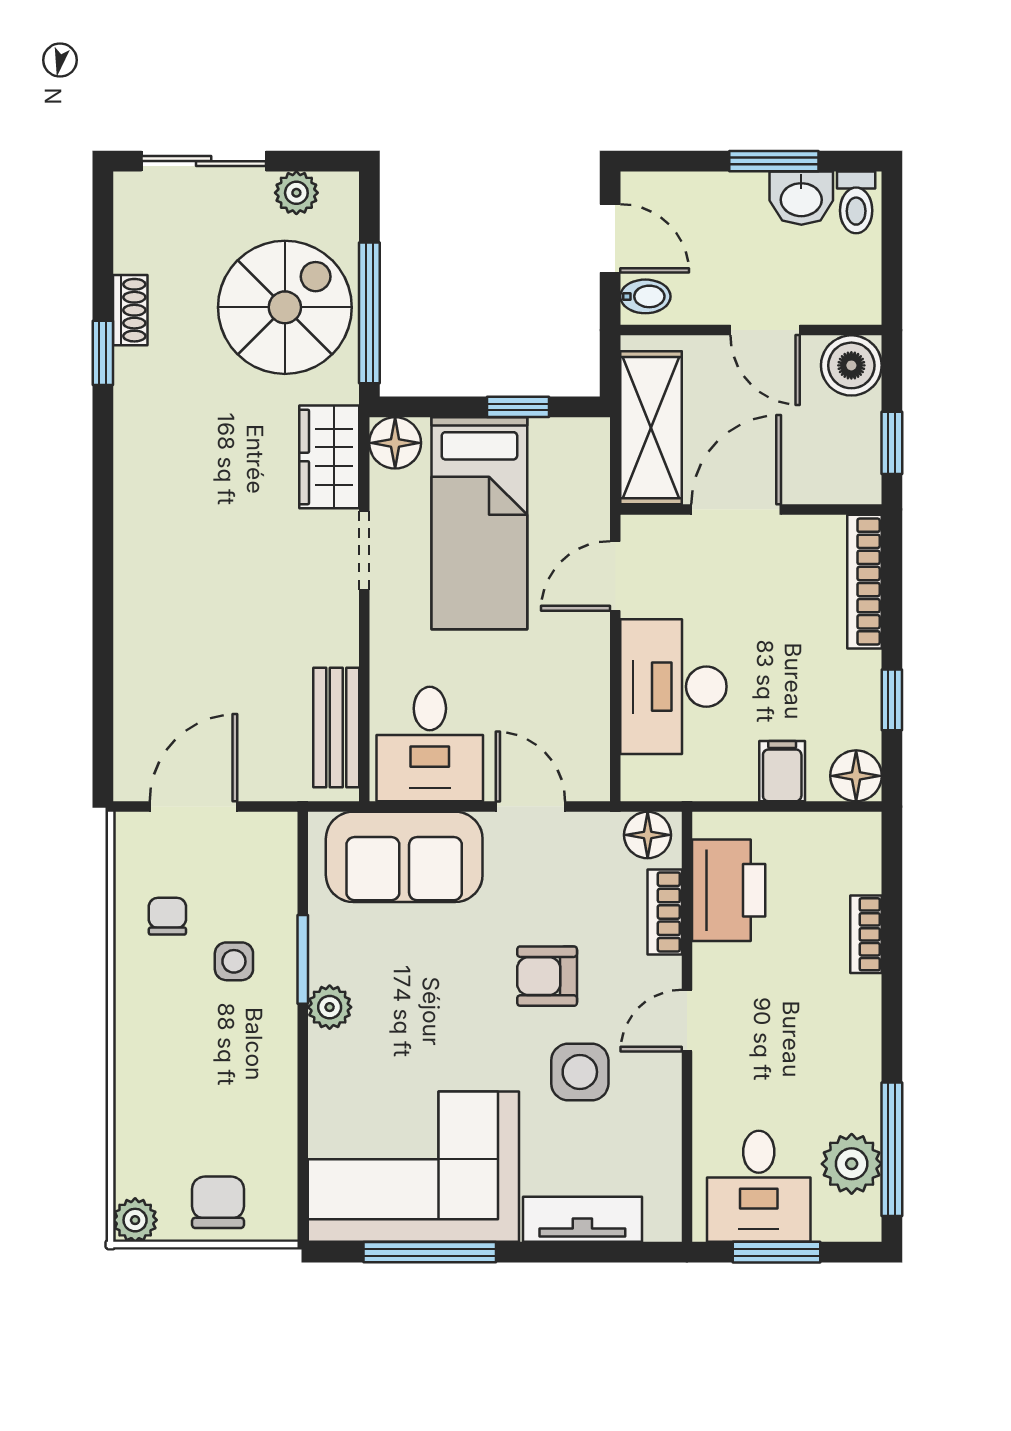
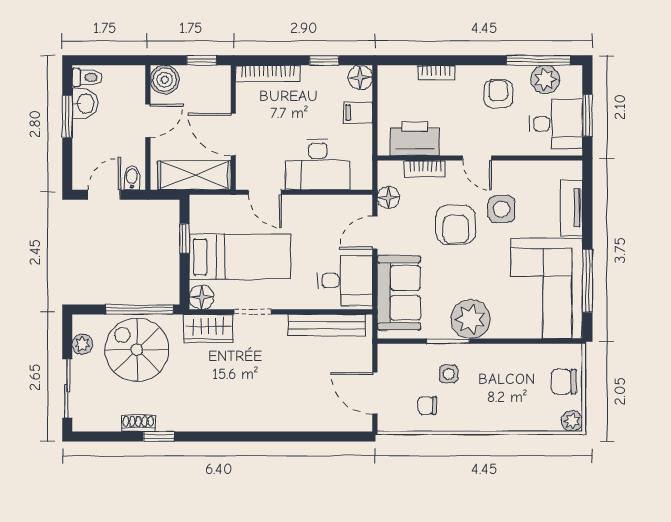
bench: (336, 728) -> (327, 325), width x1.36
floor lamp: (648, 835) -> (388, 198), moved
armchair: (547, 976) -> (456, 225), width x1.38, depth x1.38
plant: (330, 1007) -> (471, 319), width x1.87, depth x1.87
armchair: (822, 1065) -> (498, 94), added

